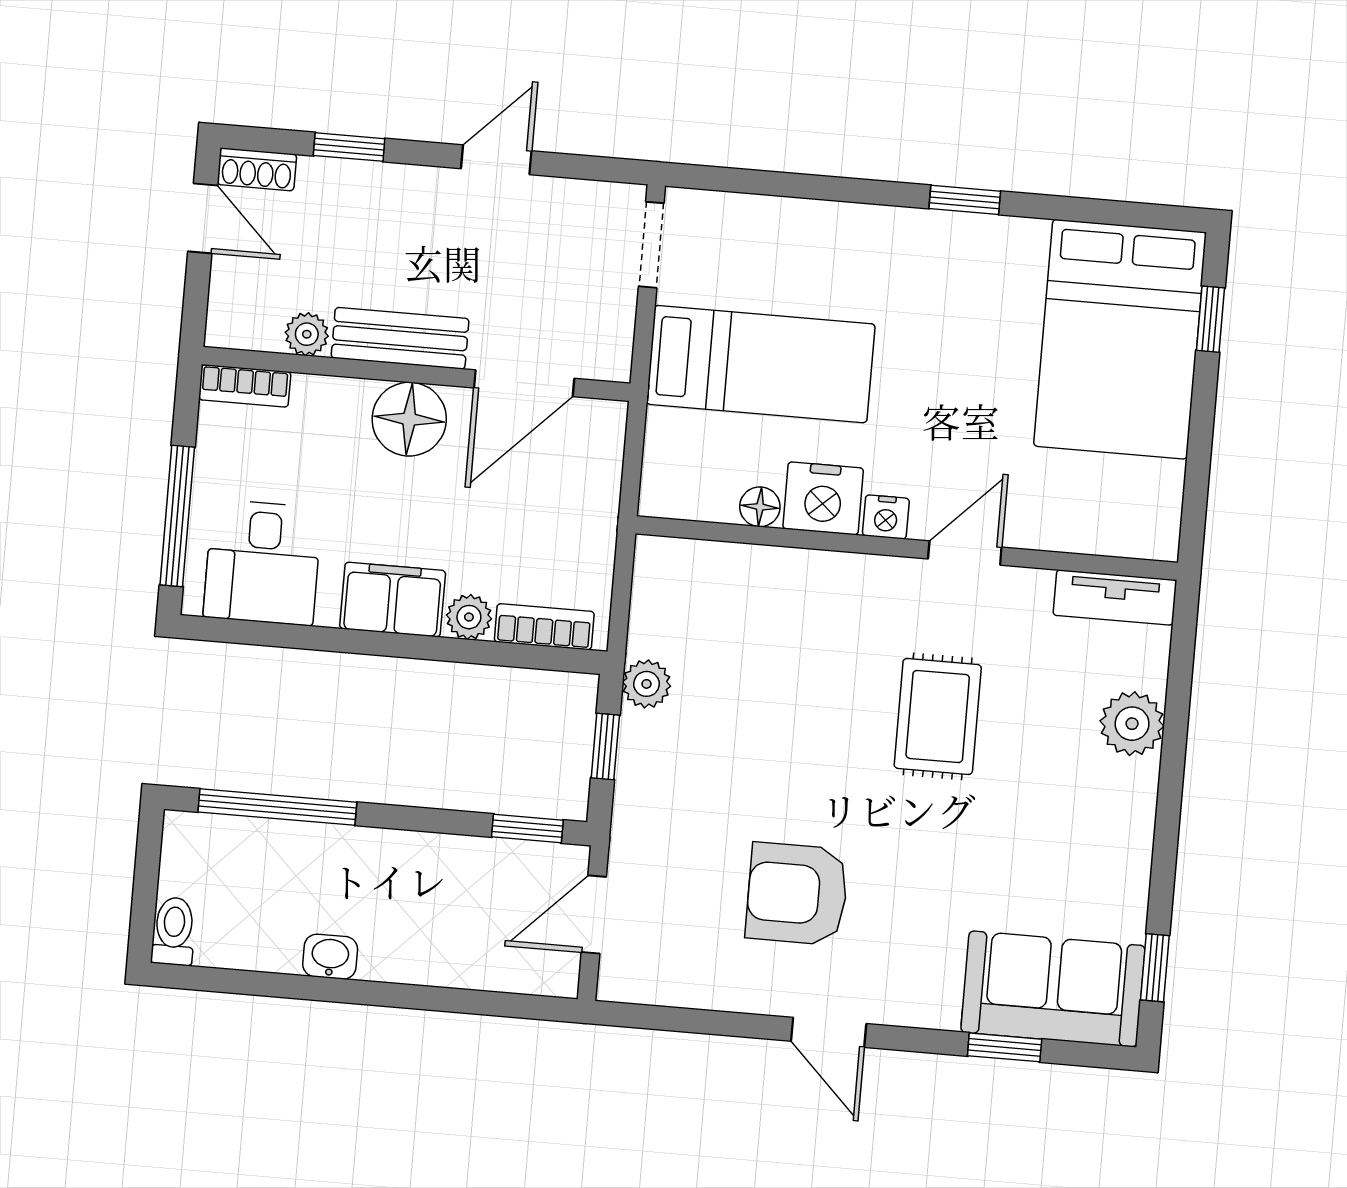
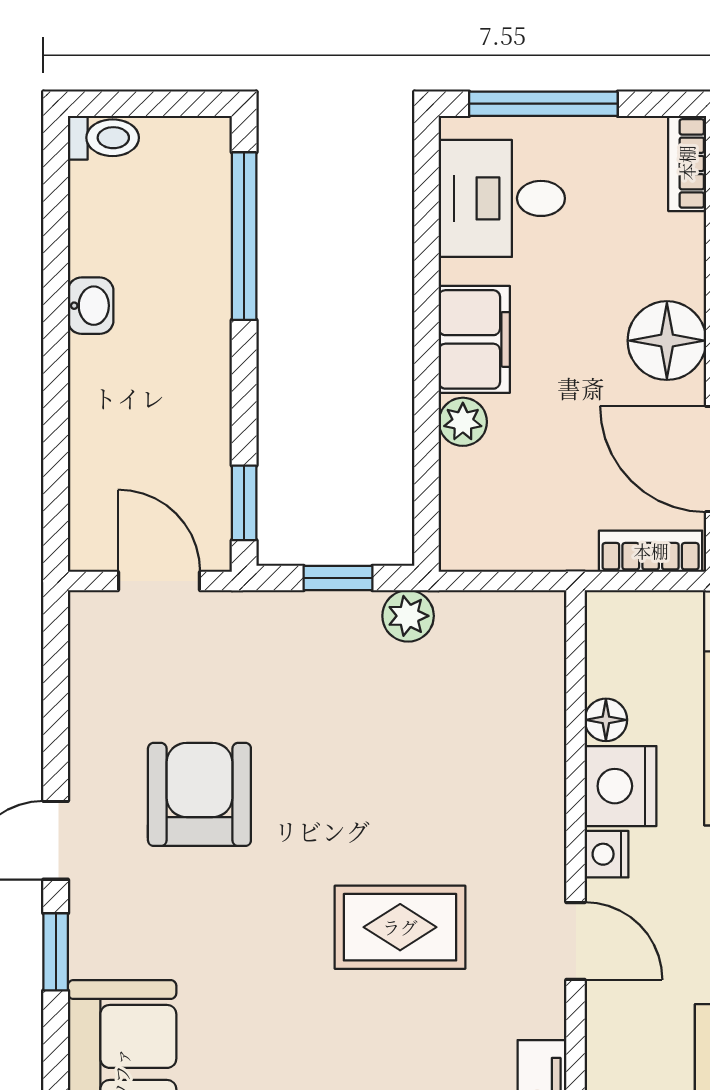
bookcase: (544, 627) -> (651, 551), moved, turned -90
window: (1005, 1047) -> (56, 952), moved

